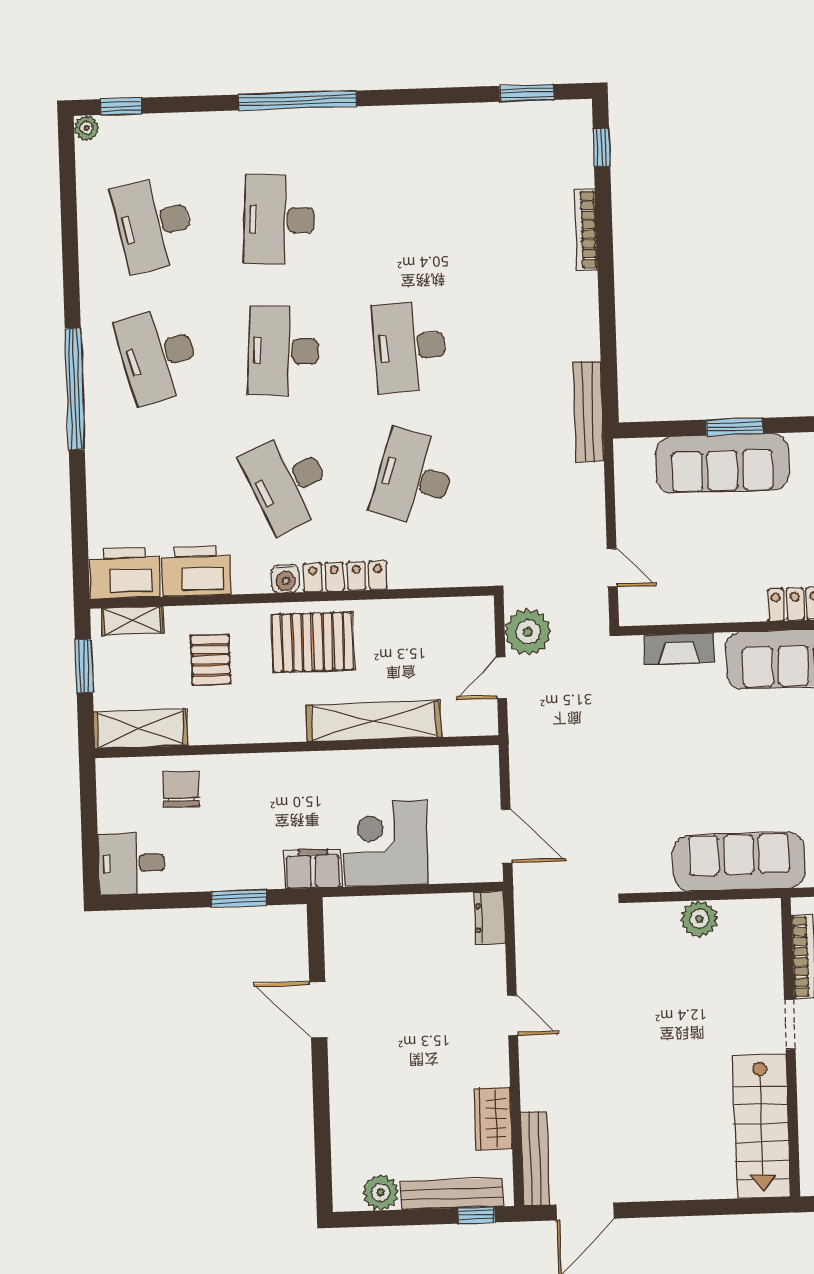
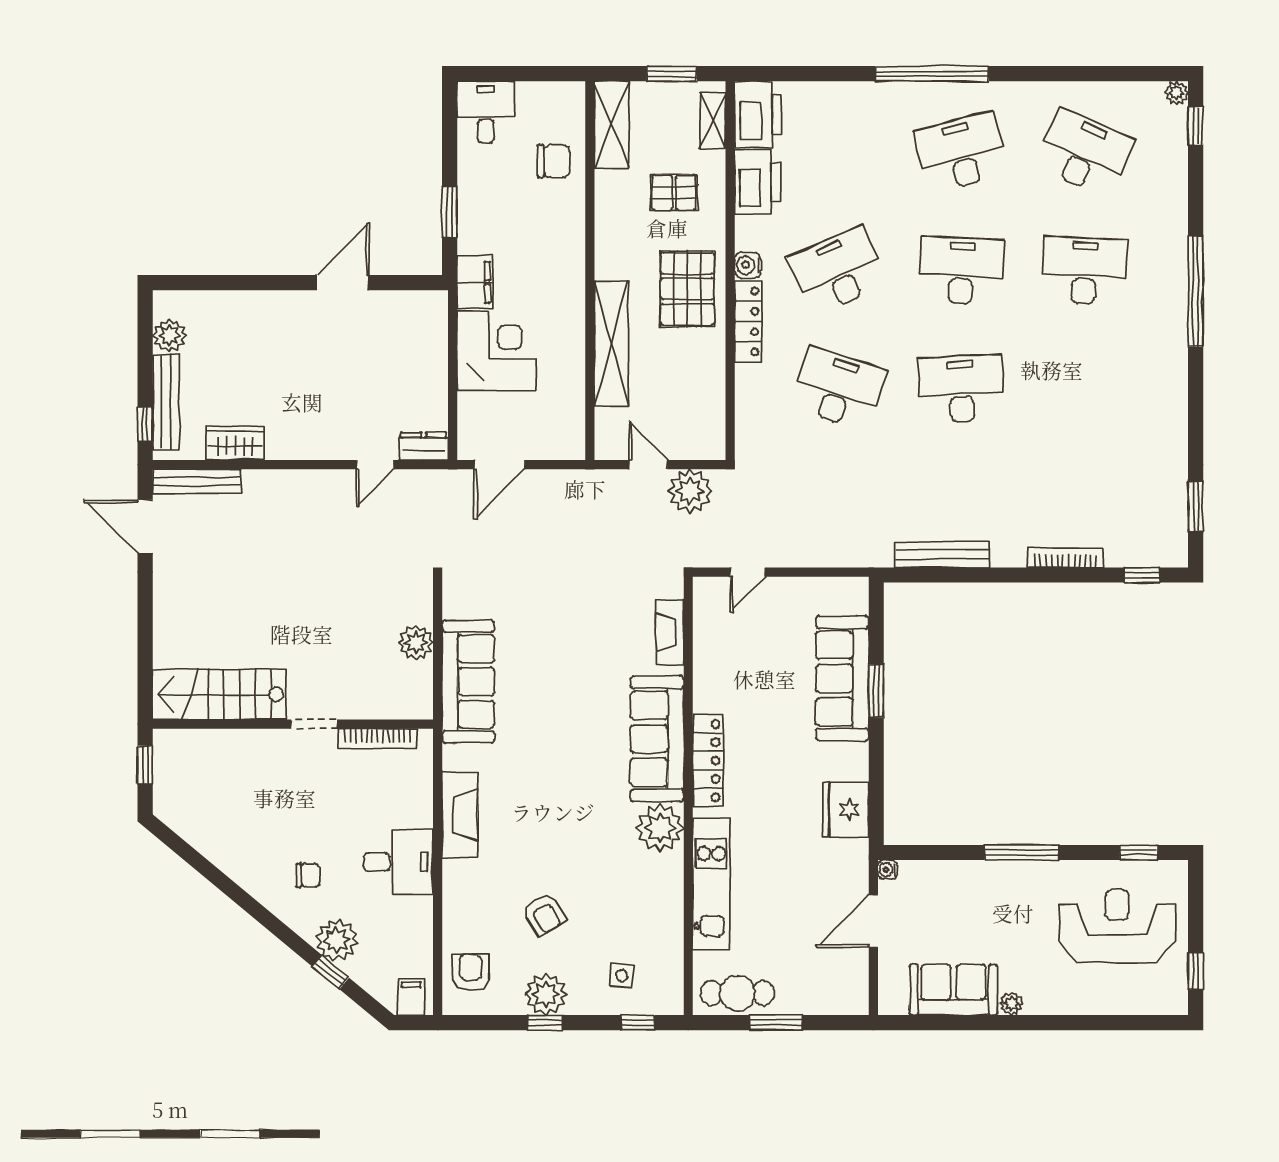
desk: (153, 224) -> (1084, 153), turned 36
bench: (588, 412) -> (942, 554), moved
door: (513, 1015) -> (375, 465), moved

